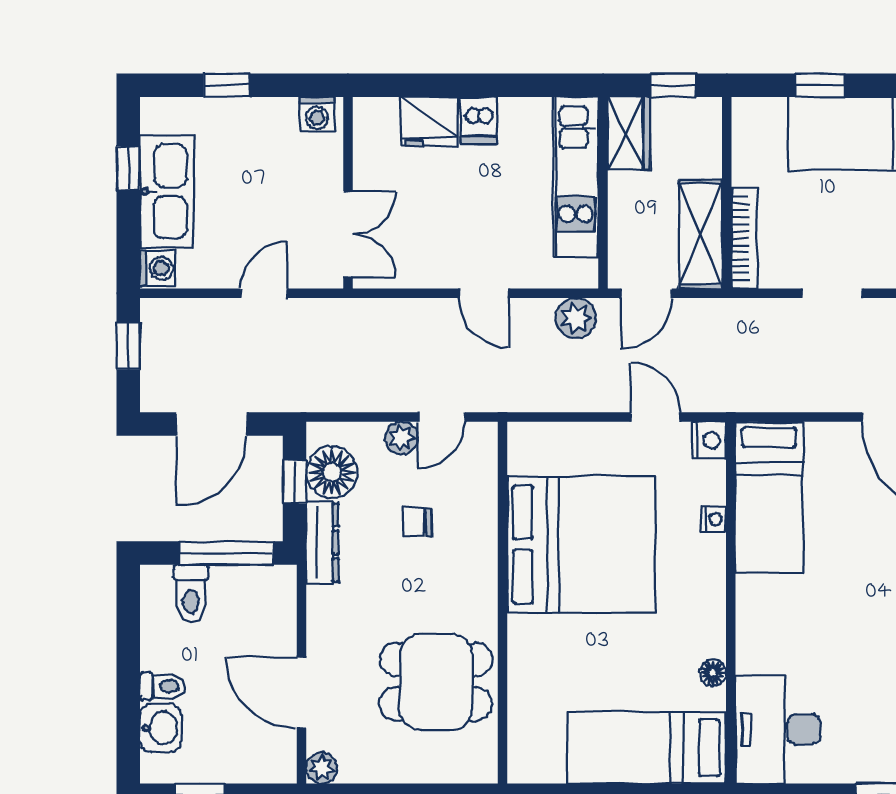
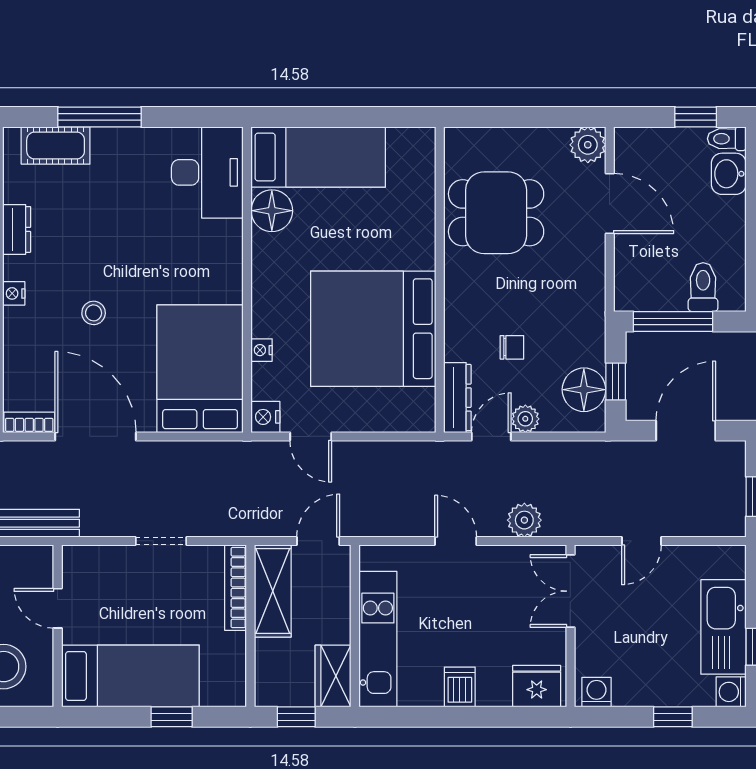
fridge: (429, 121) -> (537, 686), moved
washing machine: (158, 268) -> (731, 692), moved
plant: (576, 318) -> (524, 520), moved
bed: (769, 497) -> (200, 369), width x1.50
dresser: (322, 543) -> (457, 398), moved, turned 180
floor lamp: (713, 673) -> (272, 211), width x1.89, depth x1.89
toilet: (163, 686) -> (727, 139), moved
plant: (322, 768) -> (588, 145), width x1.38, depth x1.38

